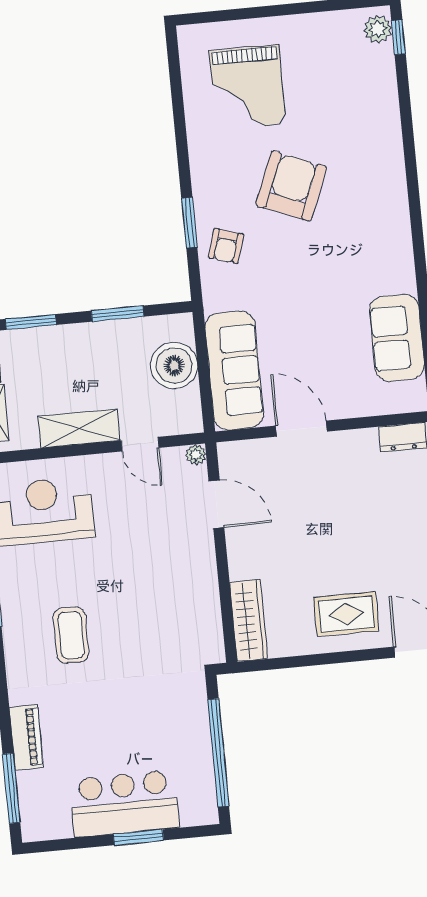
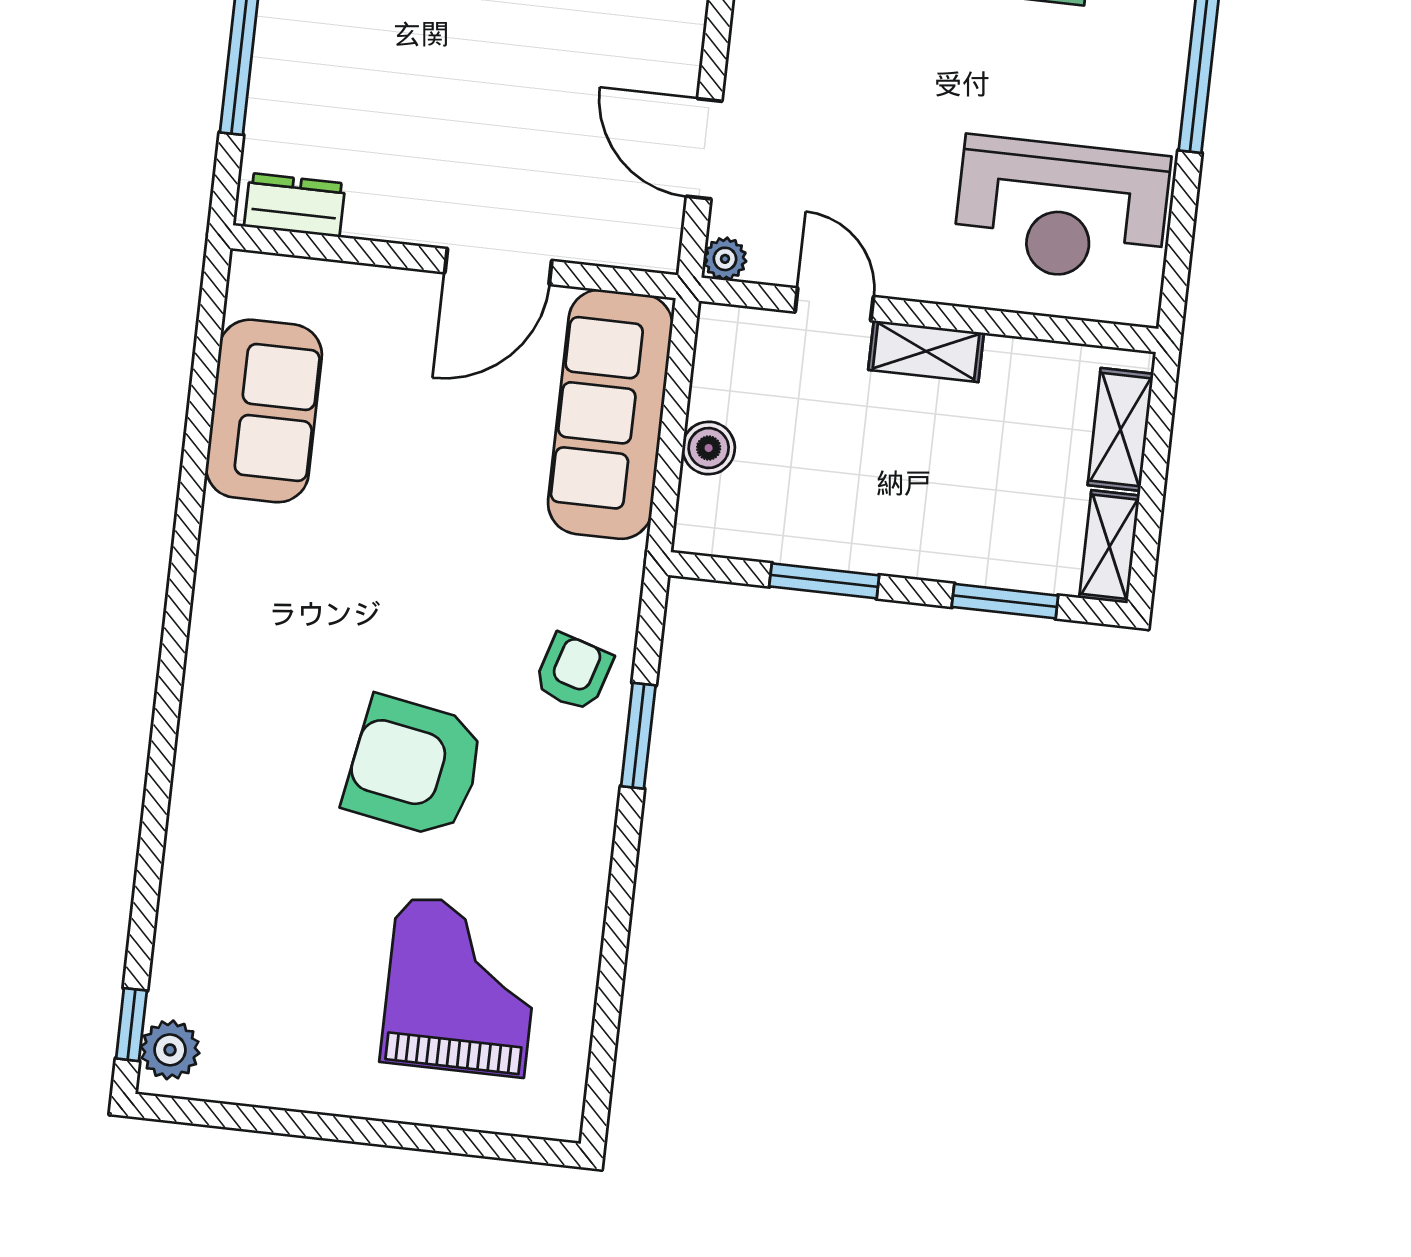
armchair: (291, 186) -> (414, 767), turned 78
boiler: (174, 365) -> (709, 448), width x0.54, depth x0.54
shelving: (79, 429) -> (926, 351), width x0.67, depth x0.75
door: (301, 429) -> (498, 267), hinge flipped

